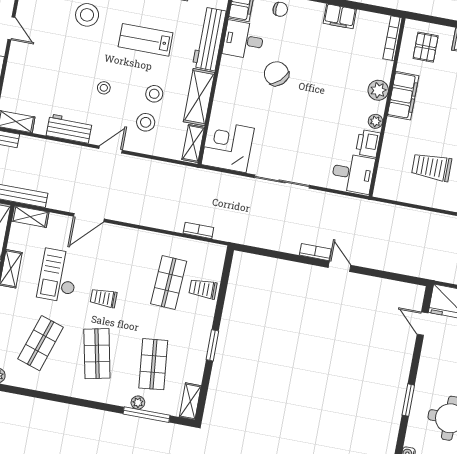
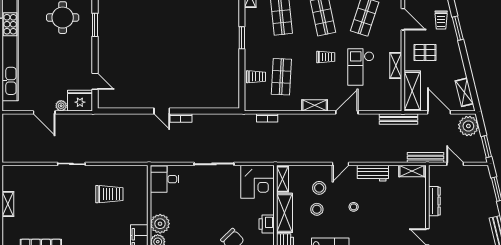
plant: (375, 121) -> (160, 224), width x1.88, depth x1.88
printer: (368, 143) -> (267, 224), moved, turned 180
shelving: (30, 217) -> (315, 105), moved
checkout: (58, 276) -> (361, 67), turned 180

